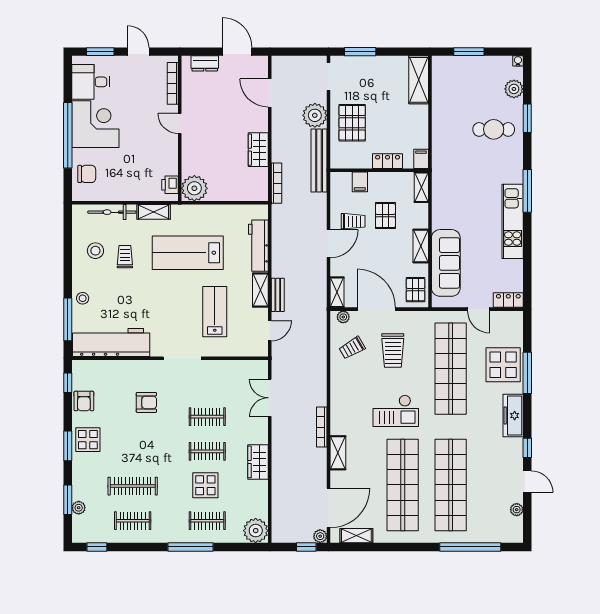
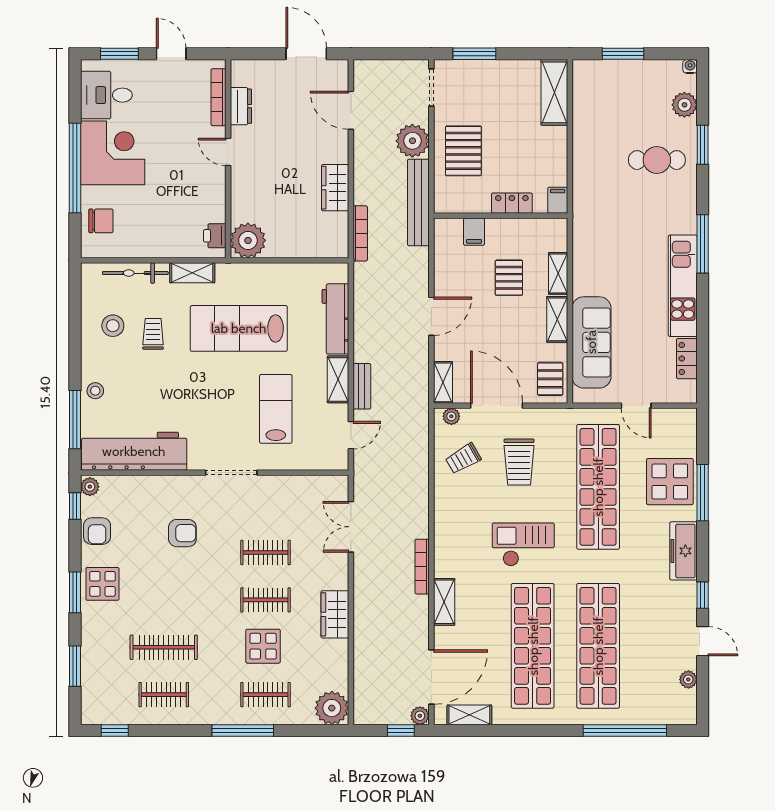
dresser: (205, 63) -> (241, 106), moved, turned -90
shelving: (421, 187) -> (558, 273), moved
trolley: (353, 221) -> (465, 285), removed
locker: (508, 300) -> (687, 359), moved, turned -90
checkout: (396, 411) -> (523, 544), turned 180
plant: (79, 508) -> (90, 487), moved

